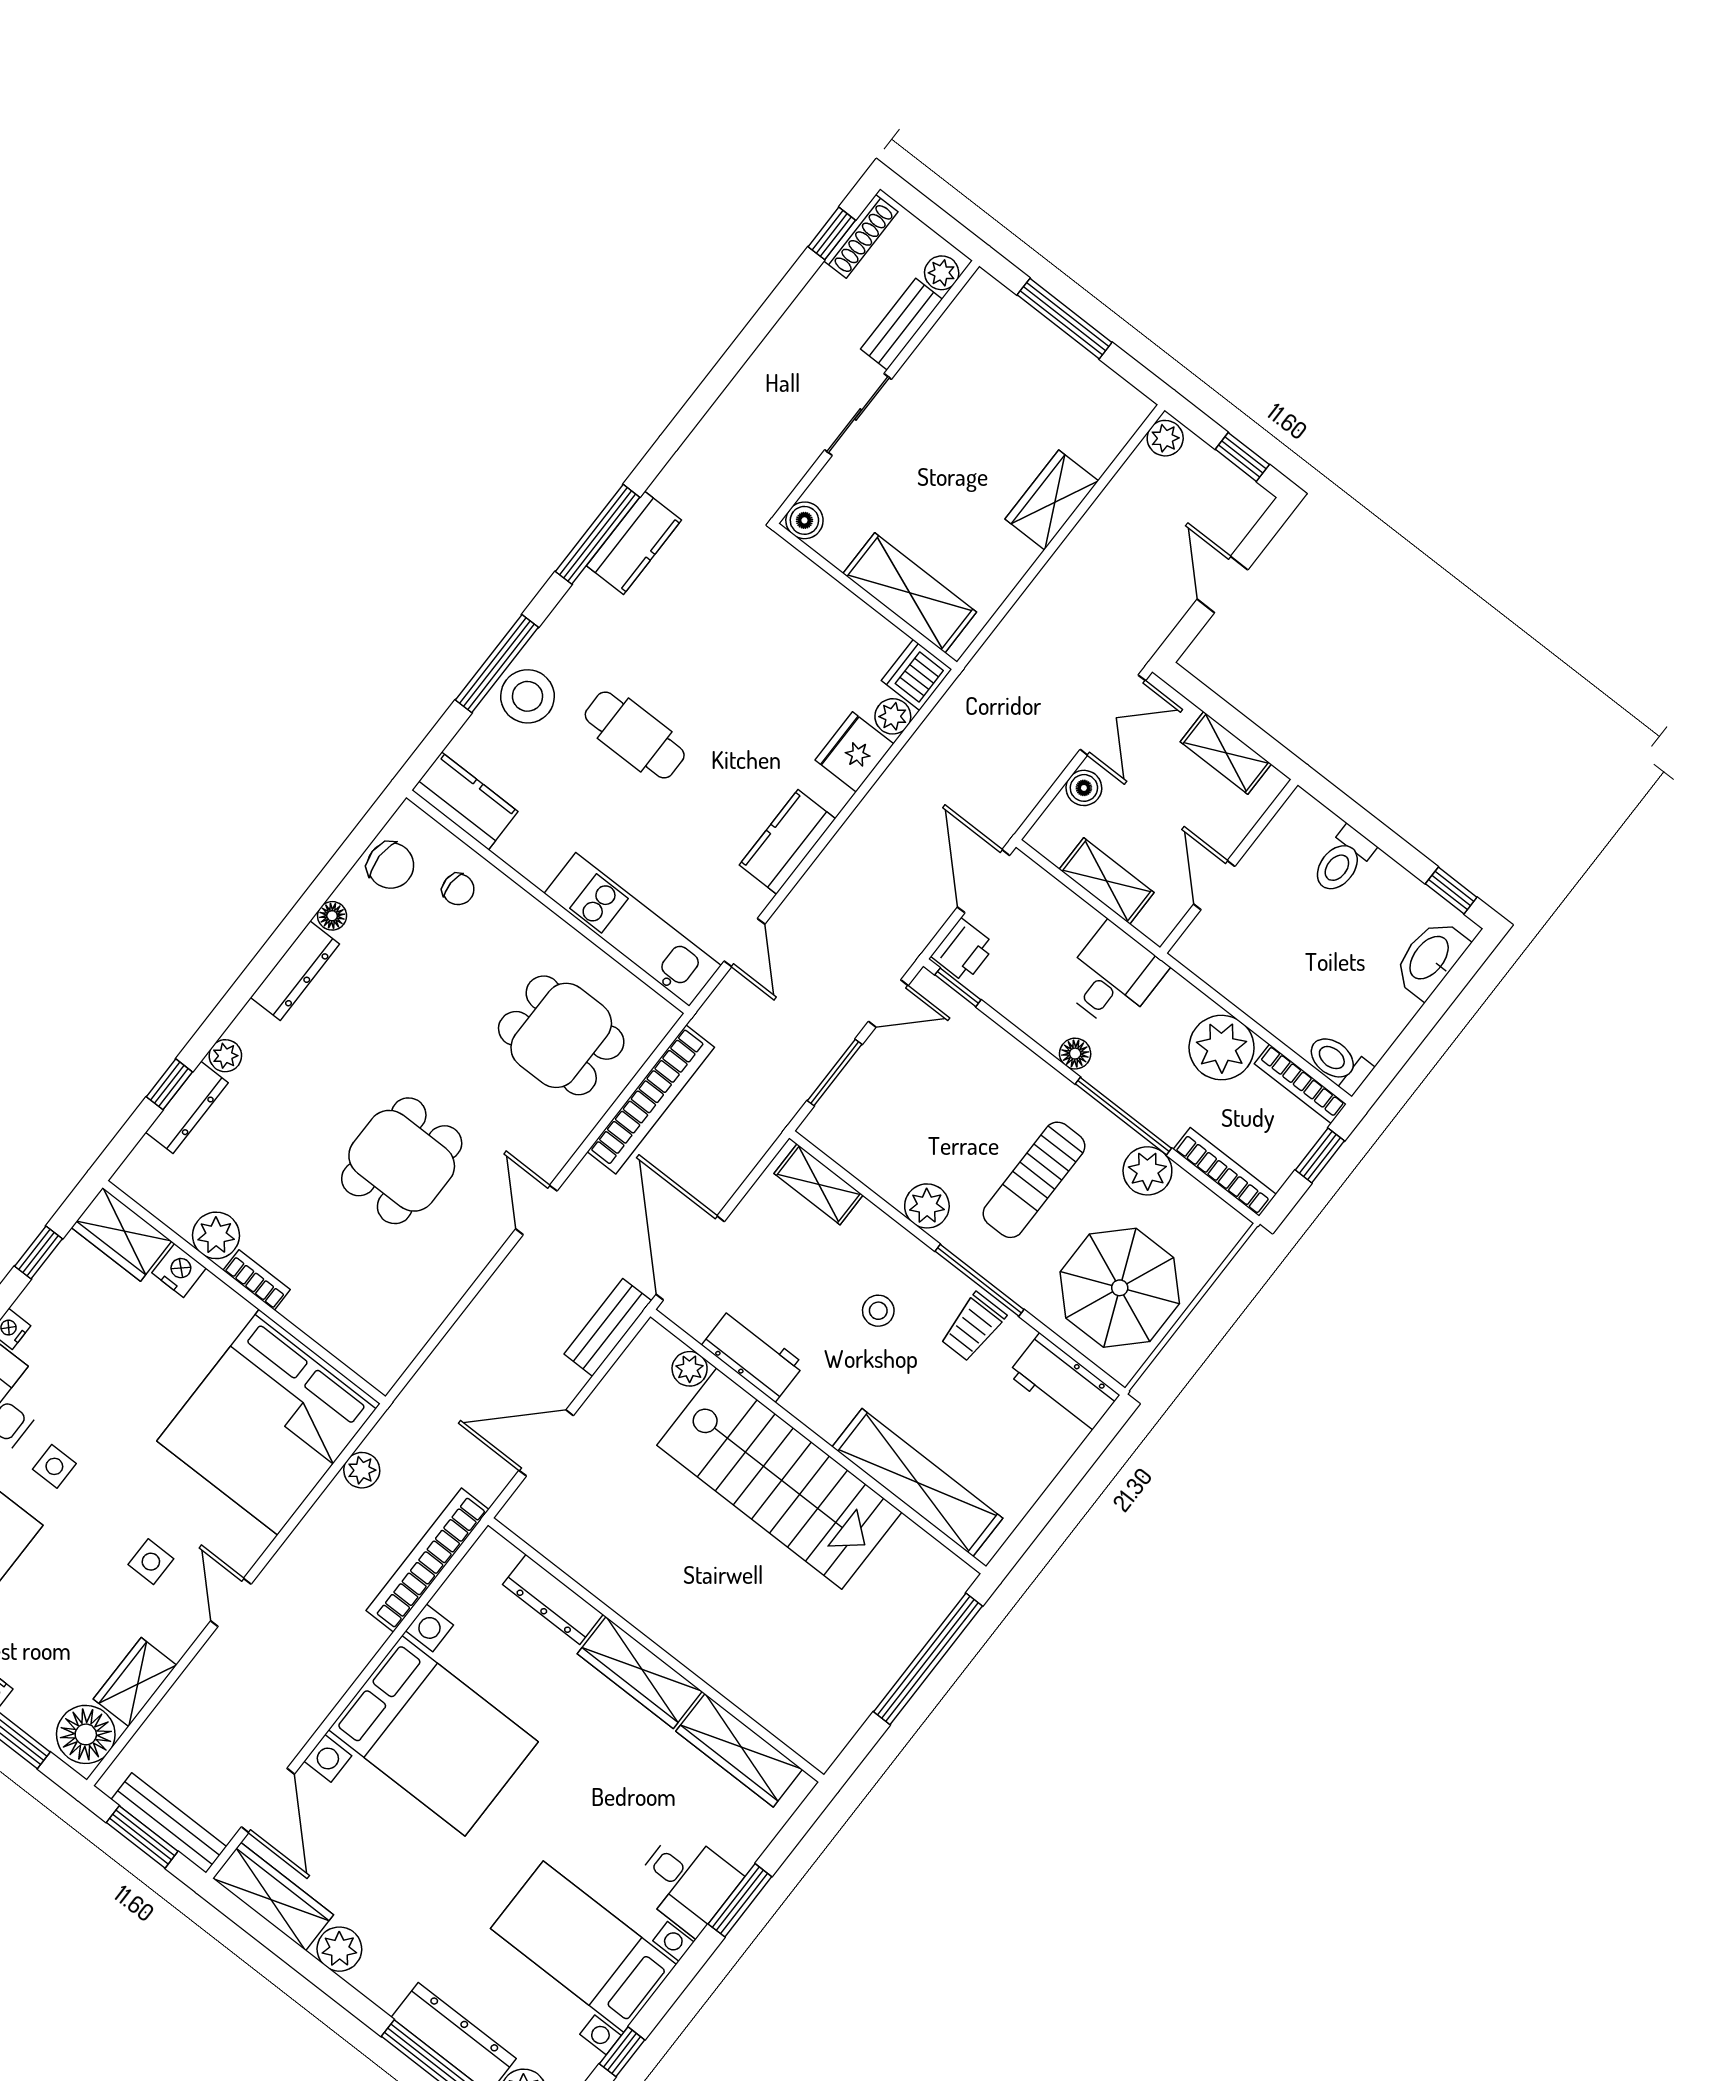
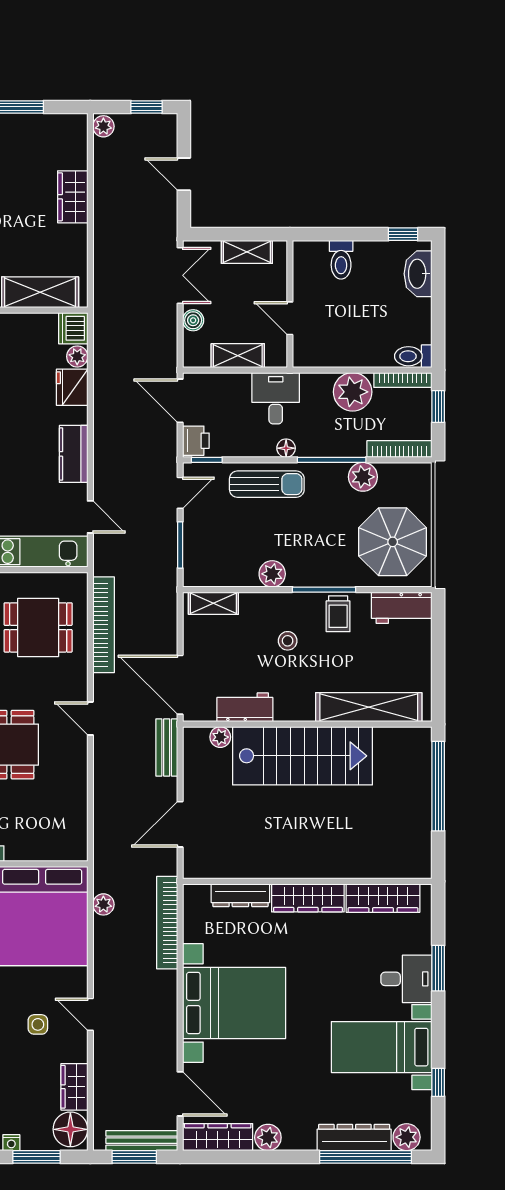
sun lounger: (1034, 1180) -> (267, 484), moved, turned -90

